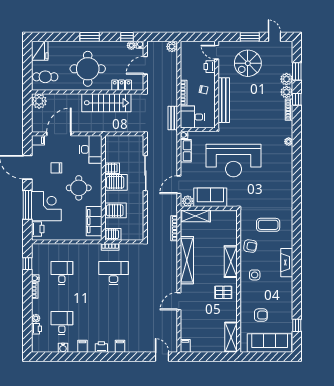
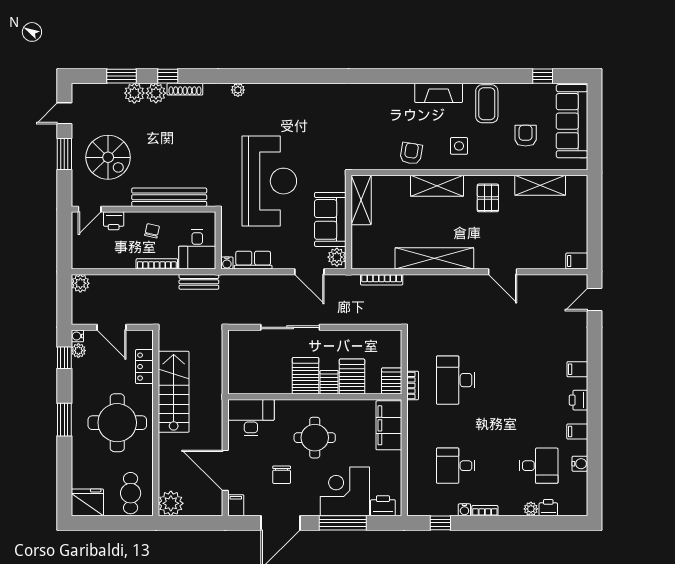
server rack: (112, 168) -> (329, 382), moved
shelving: (195, 216) -> (361, 200), moved
filing cabinet: (94, 221) -> (389, 425), moved, turned 90
coffee table: (268, 225) -> (487, 104), moved
desk: (62, 323) -> (539, 466), turned 180
shelving: (231, 337) -> (540, 185), moved

